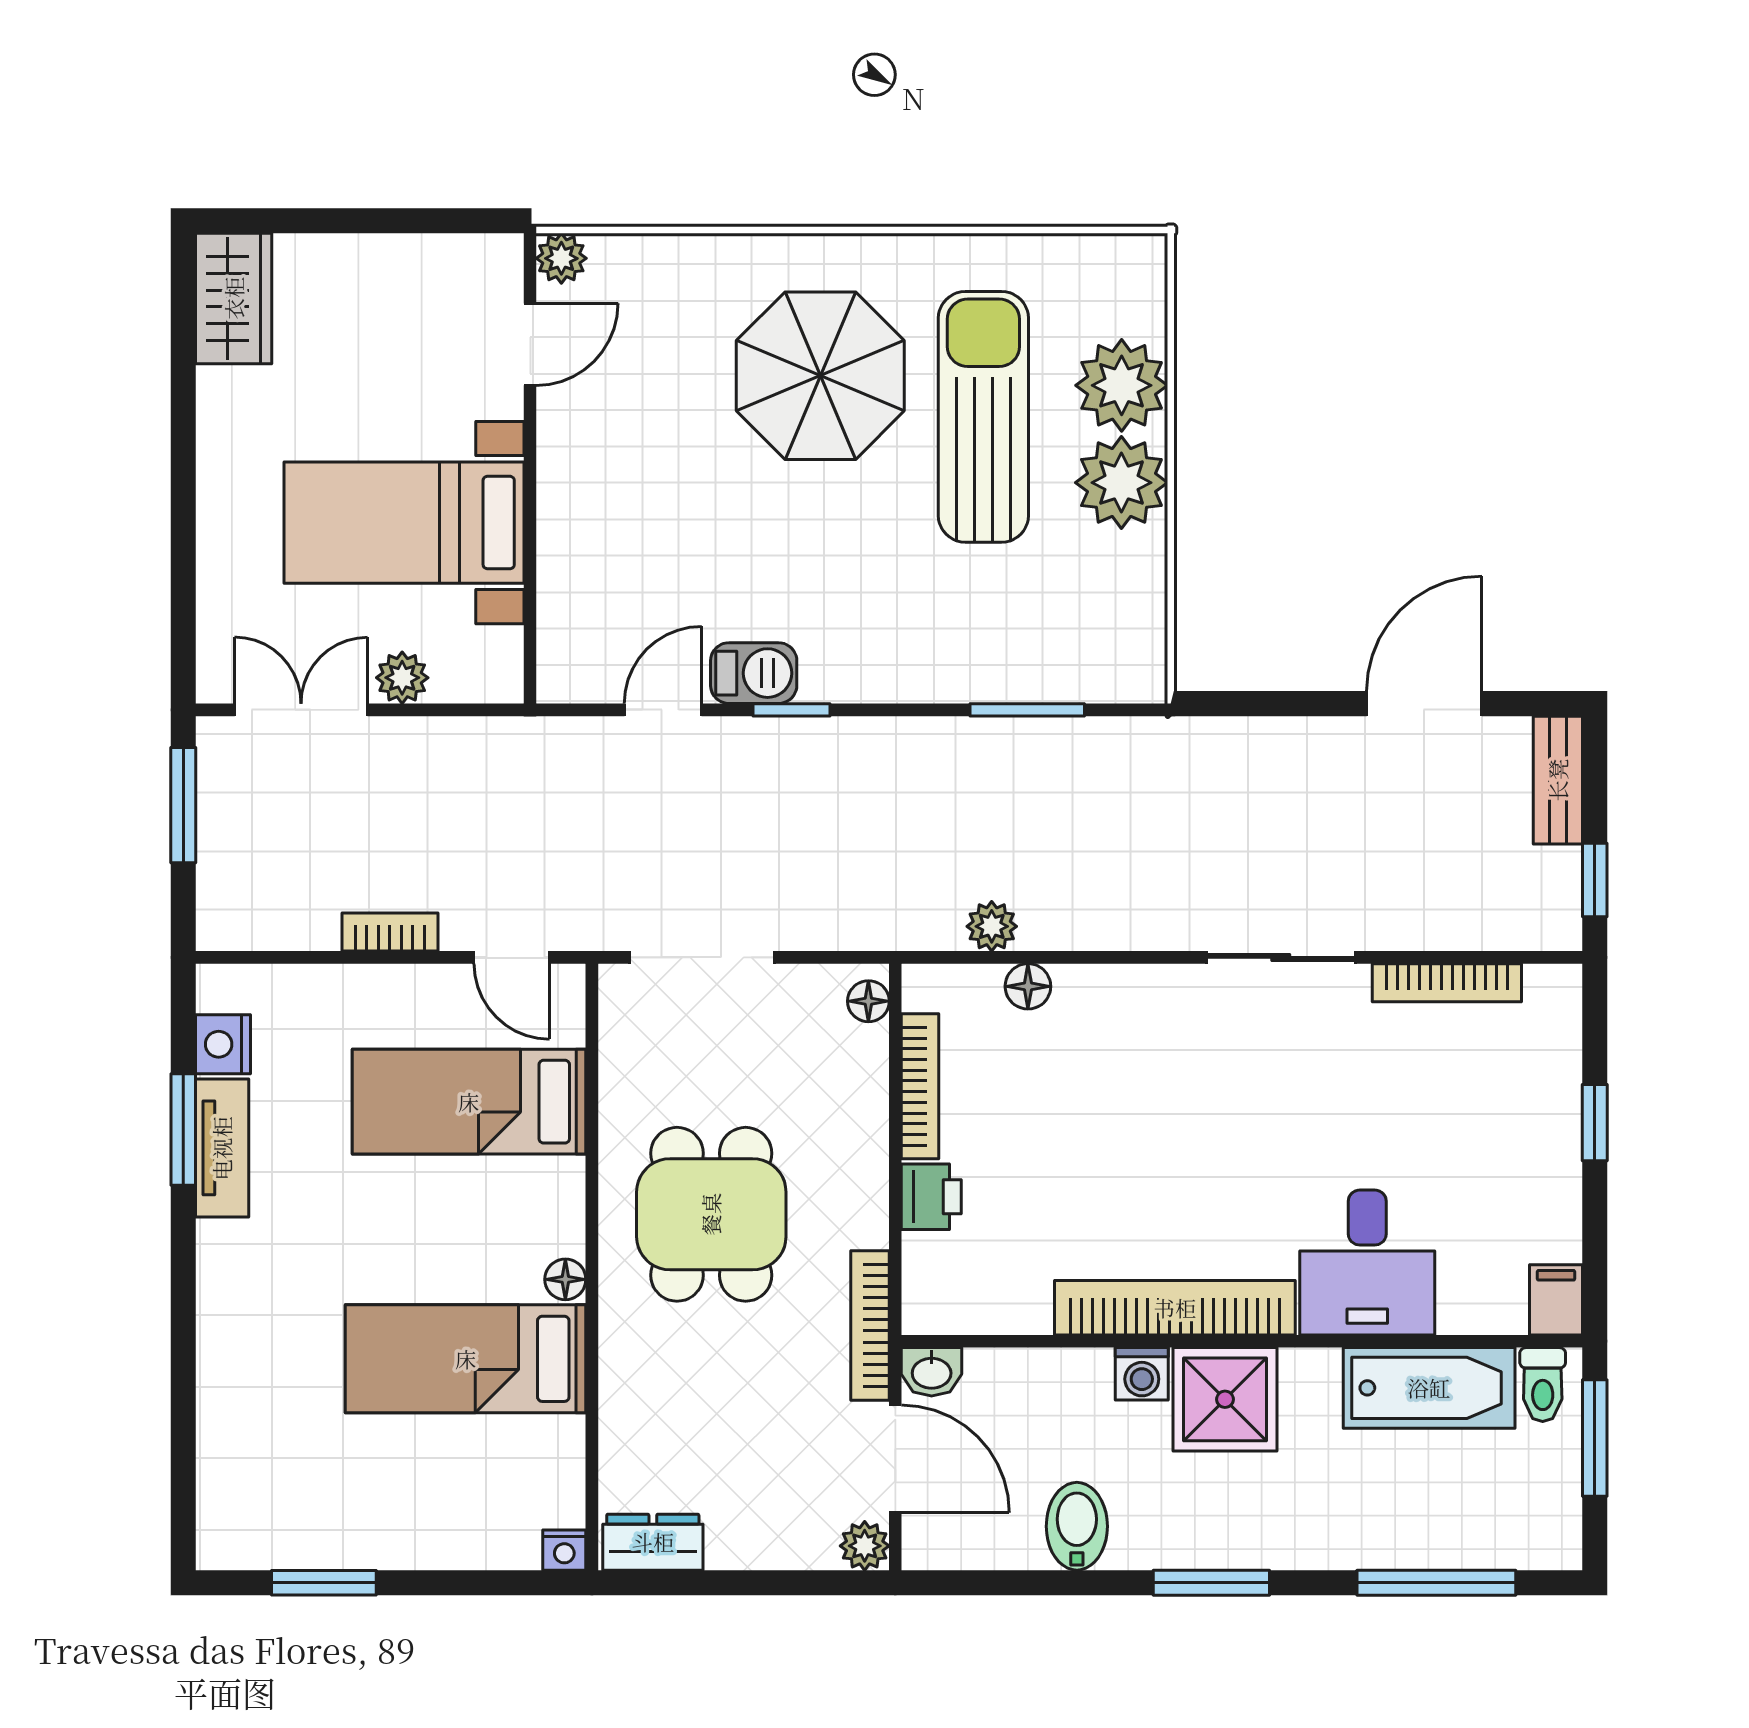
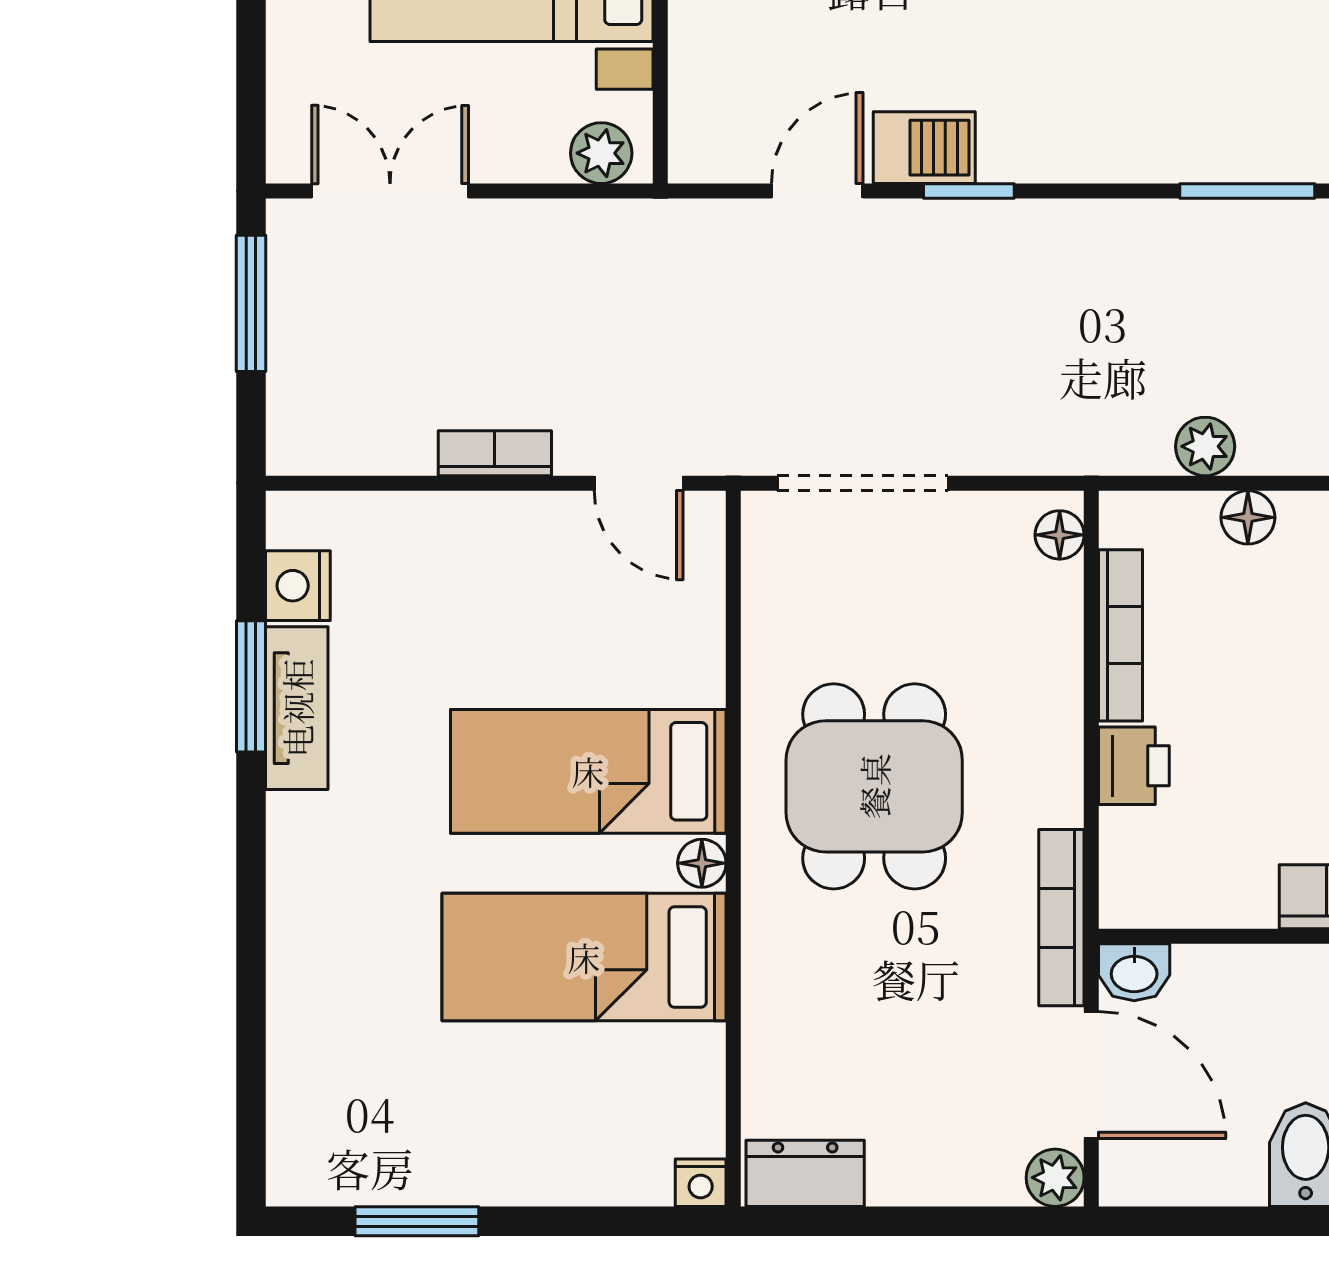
plant: (402, 678) -> (601, 153), moved
bed: (469, 1102) -> (588, 771), moved

